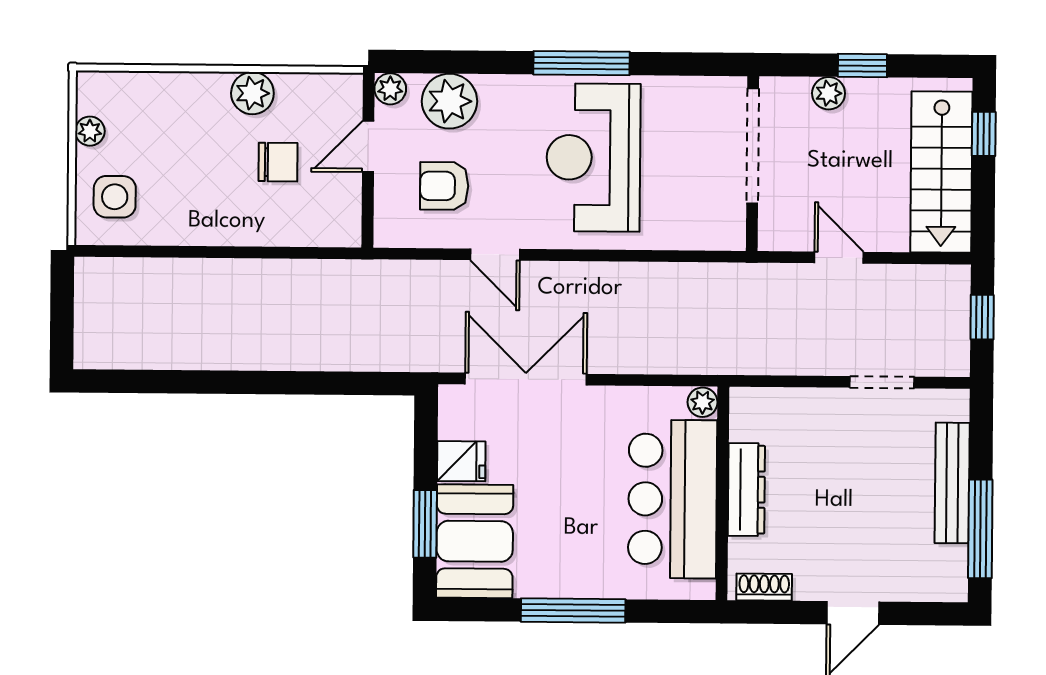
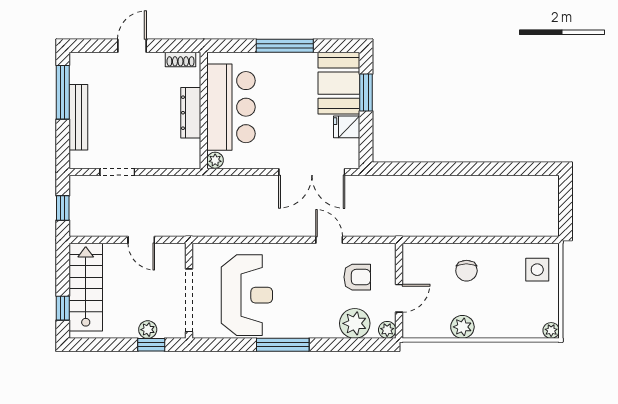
window: (862, 66) -> (151, 345), moved
plant: (90, 131) -> (551, 330), moved
reception desk: (593, 158) -> (247, 295), moved
chair: (278, 162) -> (466, 271), moved, turned -90

